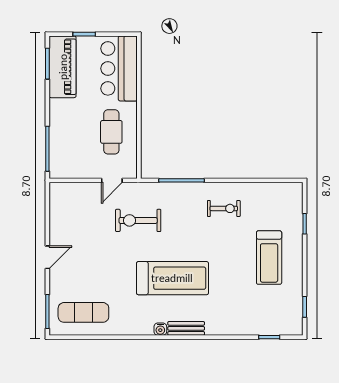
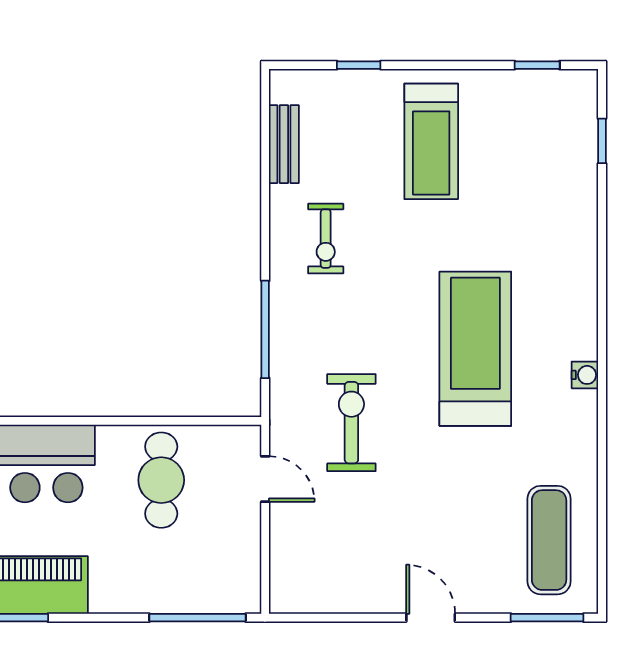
cafe table: (111, 132) -> (161, 480), turned 90
exercise bike: (224, 208) -> (326, 239), turned 180
exercise bike: (138, 220) -> (351, 423), turned 180
treadmill: (269, 258) -> (431, 141), turned 90
bench: (186, 328) -> (284, 144), moved

